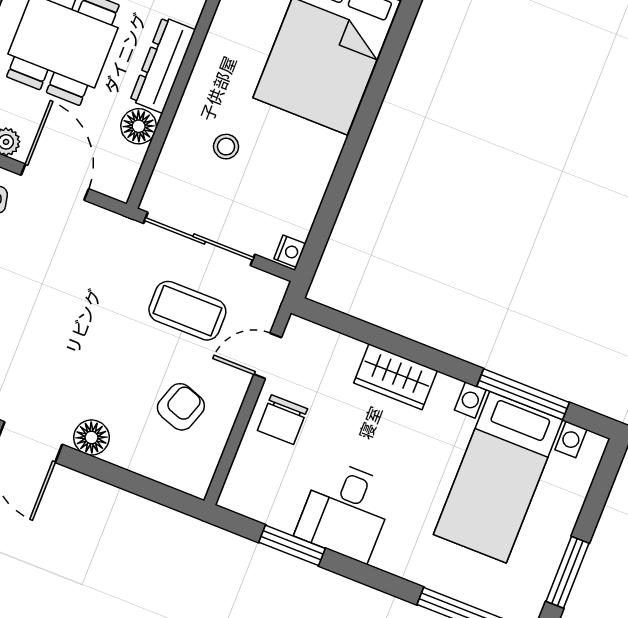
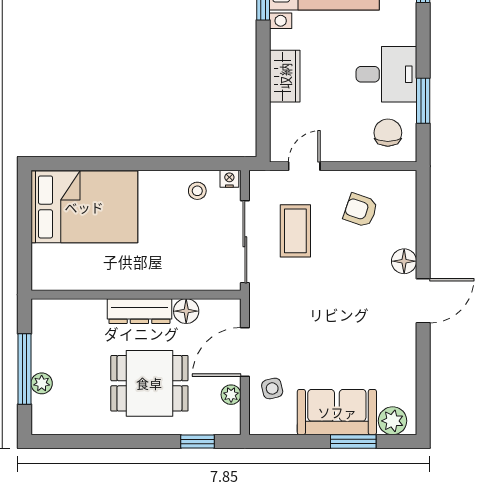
stool: (226, 147) -> (197, 191), moved
door: (268, 356) -> (304, 166), swing flipped
chair: (282, 420) -> (388, 133), moved, turned -90

